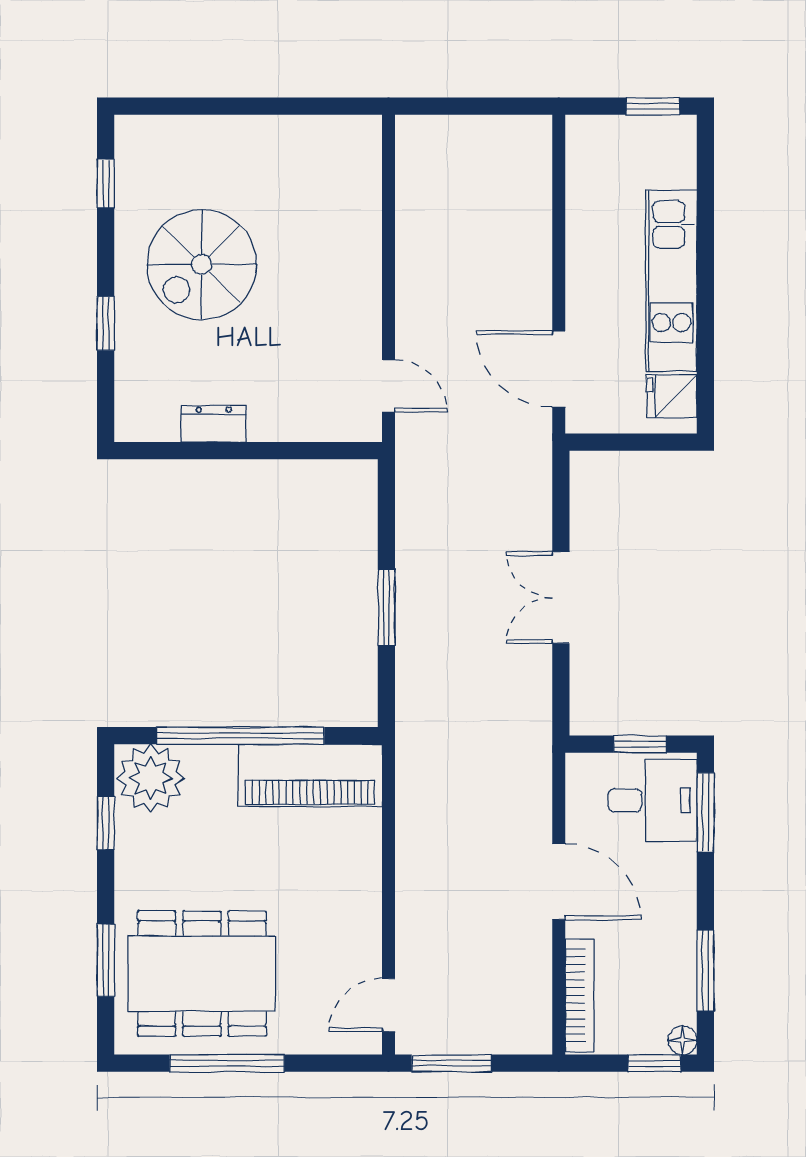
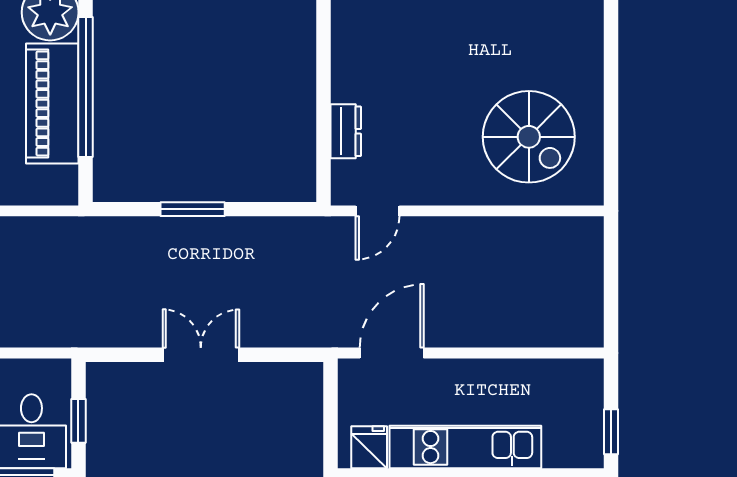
spiral stairs: (202, 265) -> (529, 137), moved, turned 180
dresser: (214, 424) -> (346, 131), moved
piano: (310, 775) -> (52, 104), moved

